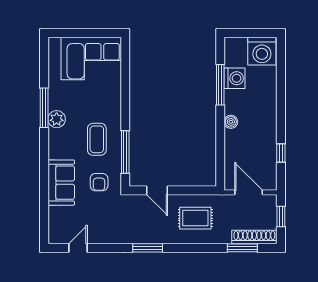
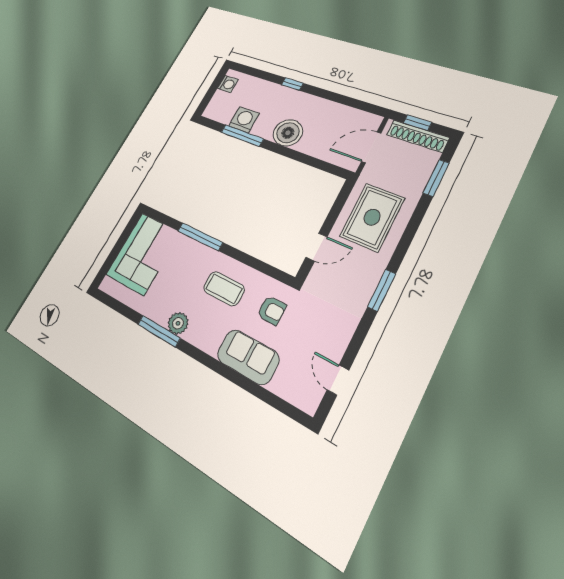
washing machine: (262, 51) -> (228, 84), width x0.53, depth x0.53
boiler: (231, 122) -> (288, 133), width x1.86, depth x1.86
window: (125, 152) -> (200, 237), moved
window: (281, 153) -> (292, 84), moved
rug: (195, 218) -> (372, 217), width x1.36, depth x1.43
shoe rack: (254, 237) -> (418, 136), moved, turned -90

